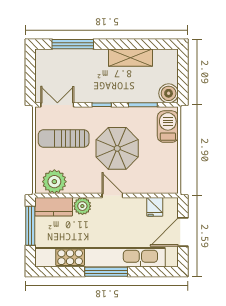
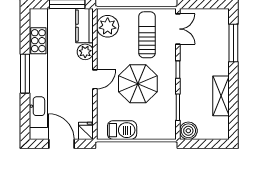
barbecue: (168, 127) -> (122, 130), moved
fridge: (155, 207) -> (86, 131), moved, turned 90

